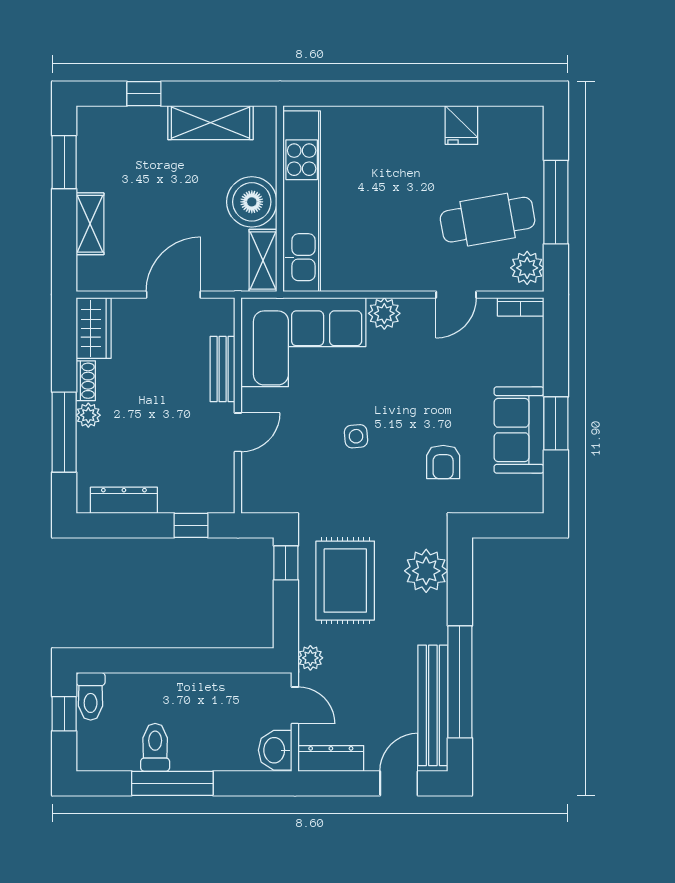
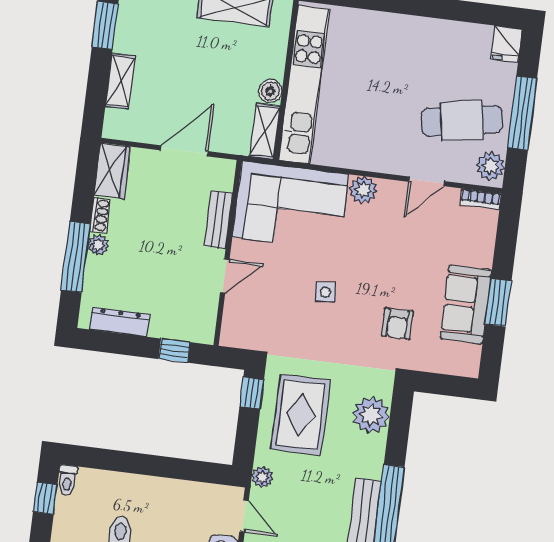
fridge: (461, 125) -> (506, 44), moved
boiler: (252, 202) -> (270, 91), width x0.54, depth x0.54
toilet: (91, 696) -> (67, 480), width x0.73, depth x0.72

